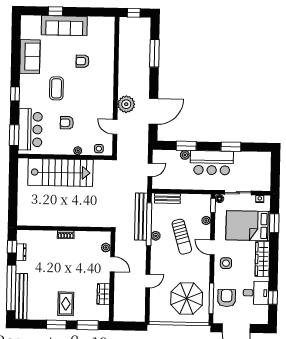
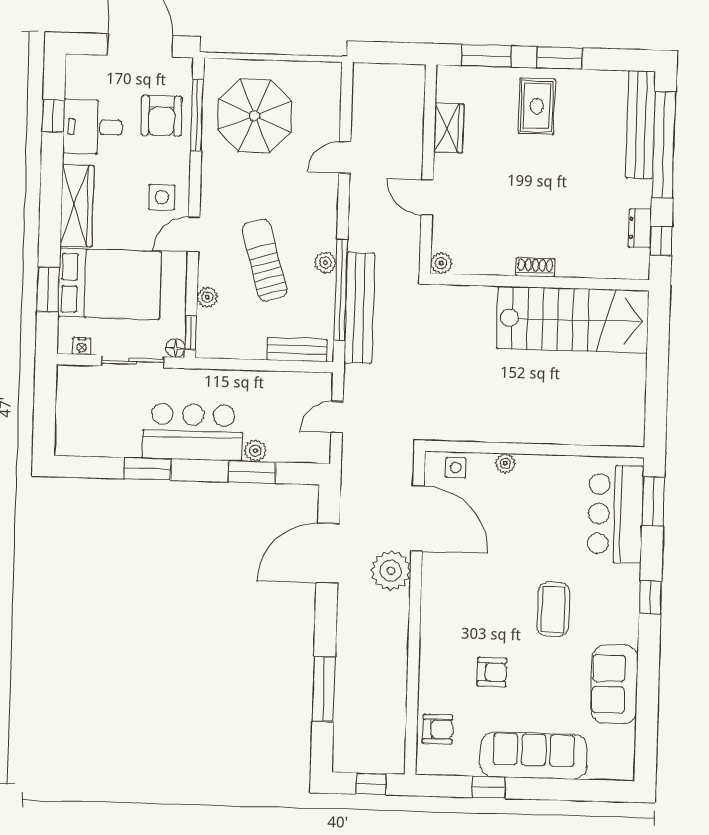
window: (56, 11) -> (489, 787), moved
armchair: (67, 123) -> (438, 729), moved
door: (115, 127) -> (418, 518), width x1.87
stairs: (60, 173) -> (573, 320), moved, turned 180
door: (212, 247) -> (194, 234), swing flipped
plant: (106, 248) -> (441, 263), moved

